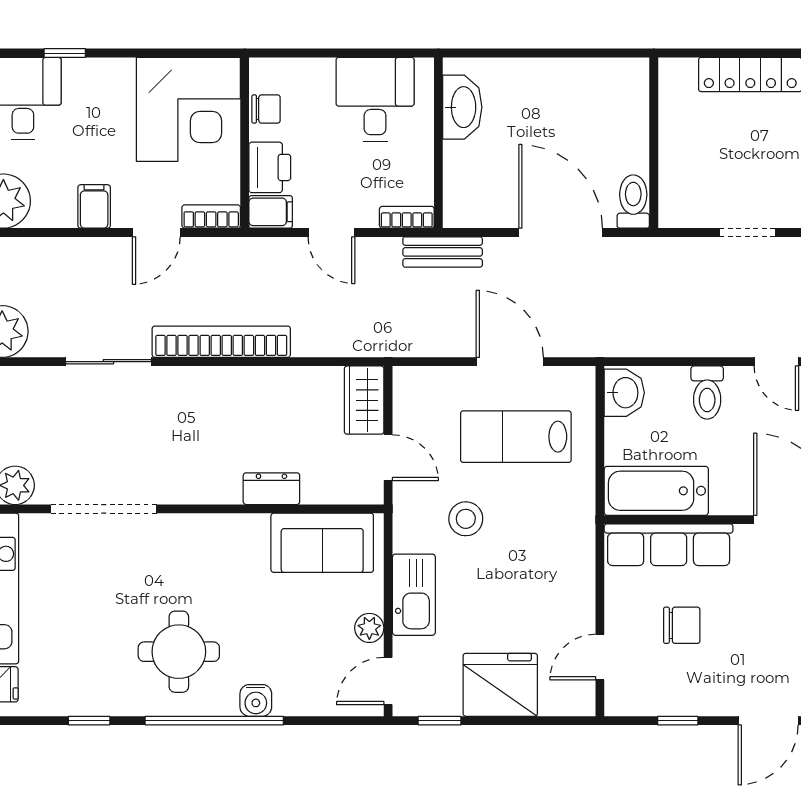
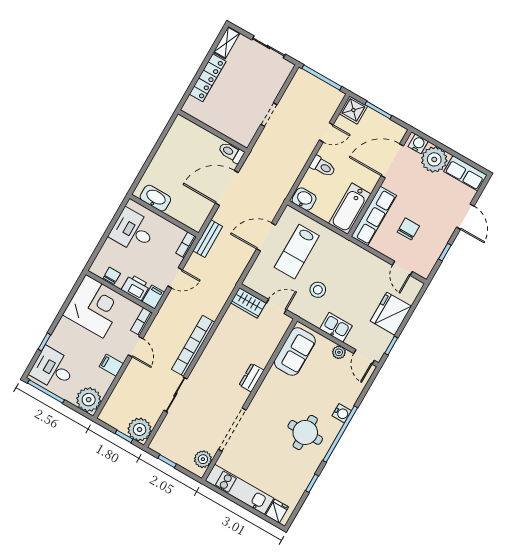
dresser: (271, 489) -> (251, 378), moved
kitchen sink: (414, 595) -> (336, 327), width x0.73

